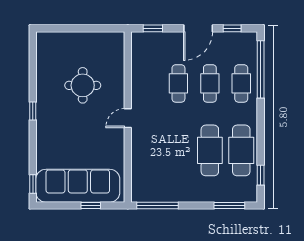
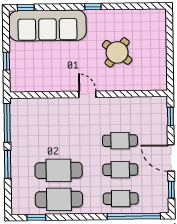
round table: (83, 85) -> (117, 52), turned 37
sofa: (78, 186) -> (47, 25), moved, turned 90
window: (229, 206) -> (8, 164), moved

